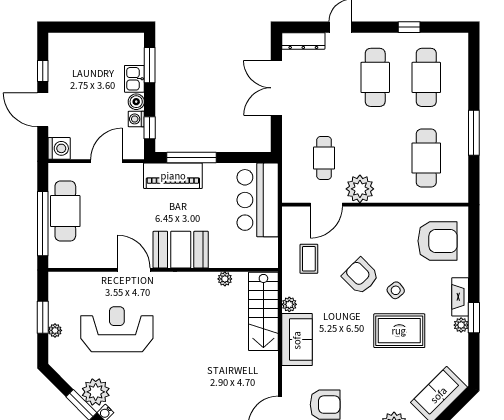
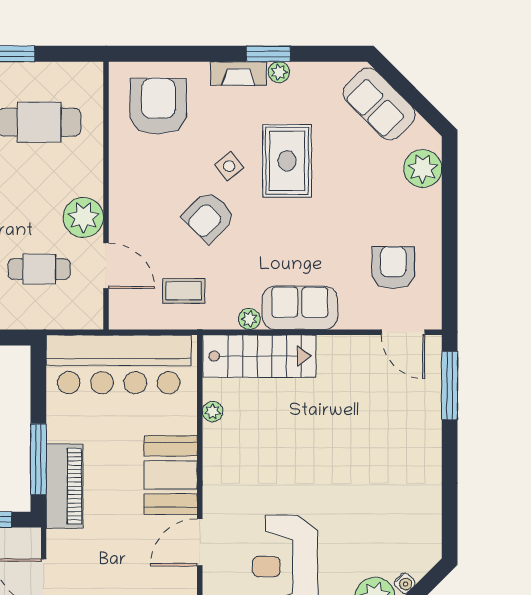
bar counter: (258, 200) -> (119, 364), width x1.36

